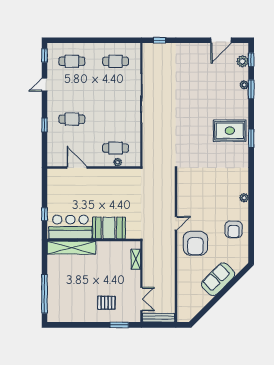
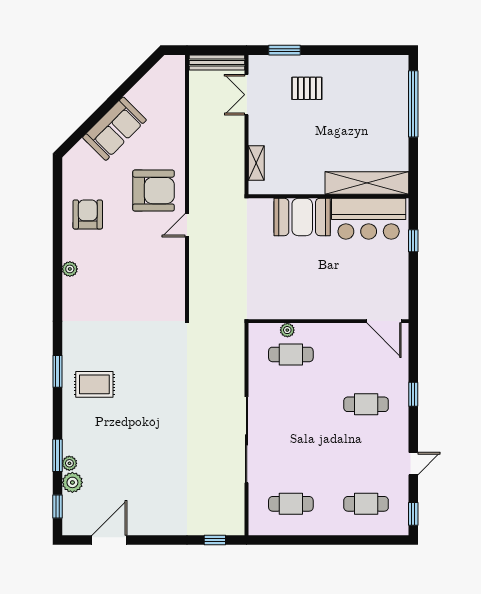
plant: (242, 61) -> (72, 482), moved
rug: (230, 131) -> (94, 384), width x0.73, depth x0.70
door: (77, 167) -> (384, 321), moved
armchair: (195, 243) -> (153, 191), turned 90

